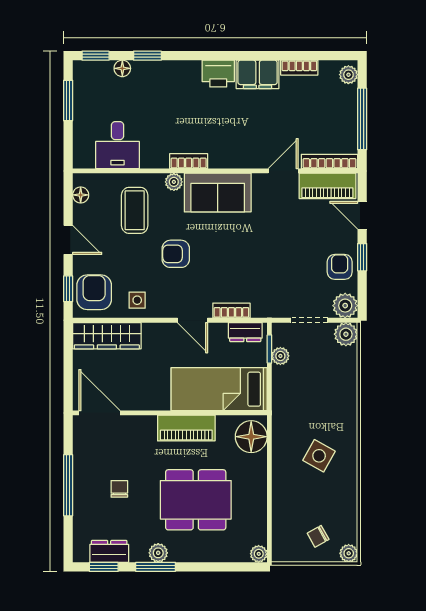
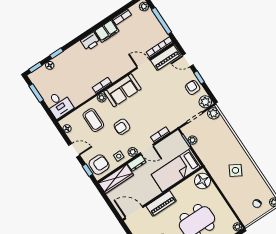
desk: (118, 145) -> (59, 104), moved
door: (283, 171) -> (143, 64), hinge flipped
armchair: (94, 292) -> (99, 165), turned 90
plant: (165, 309) -> (133, 152), added
dresser: (245, 332) -> (137, 163), moved
piano: (186, 428) -> (161, 203), moved

